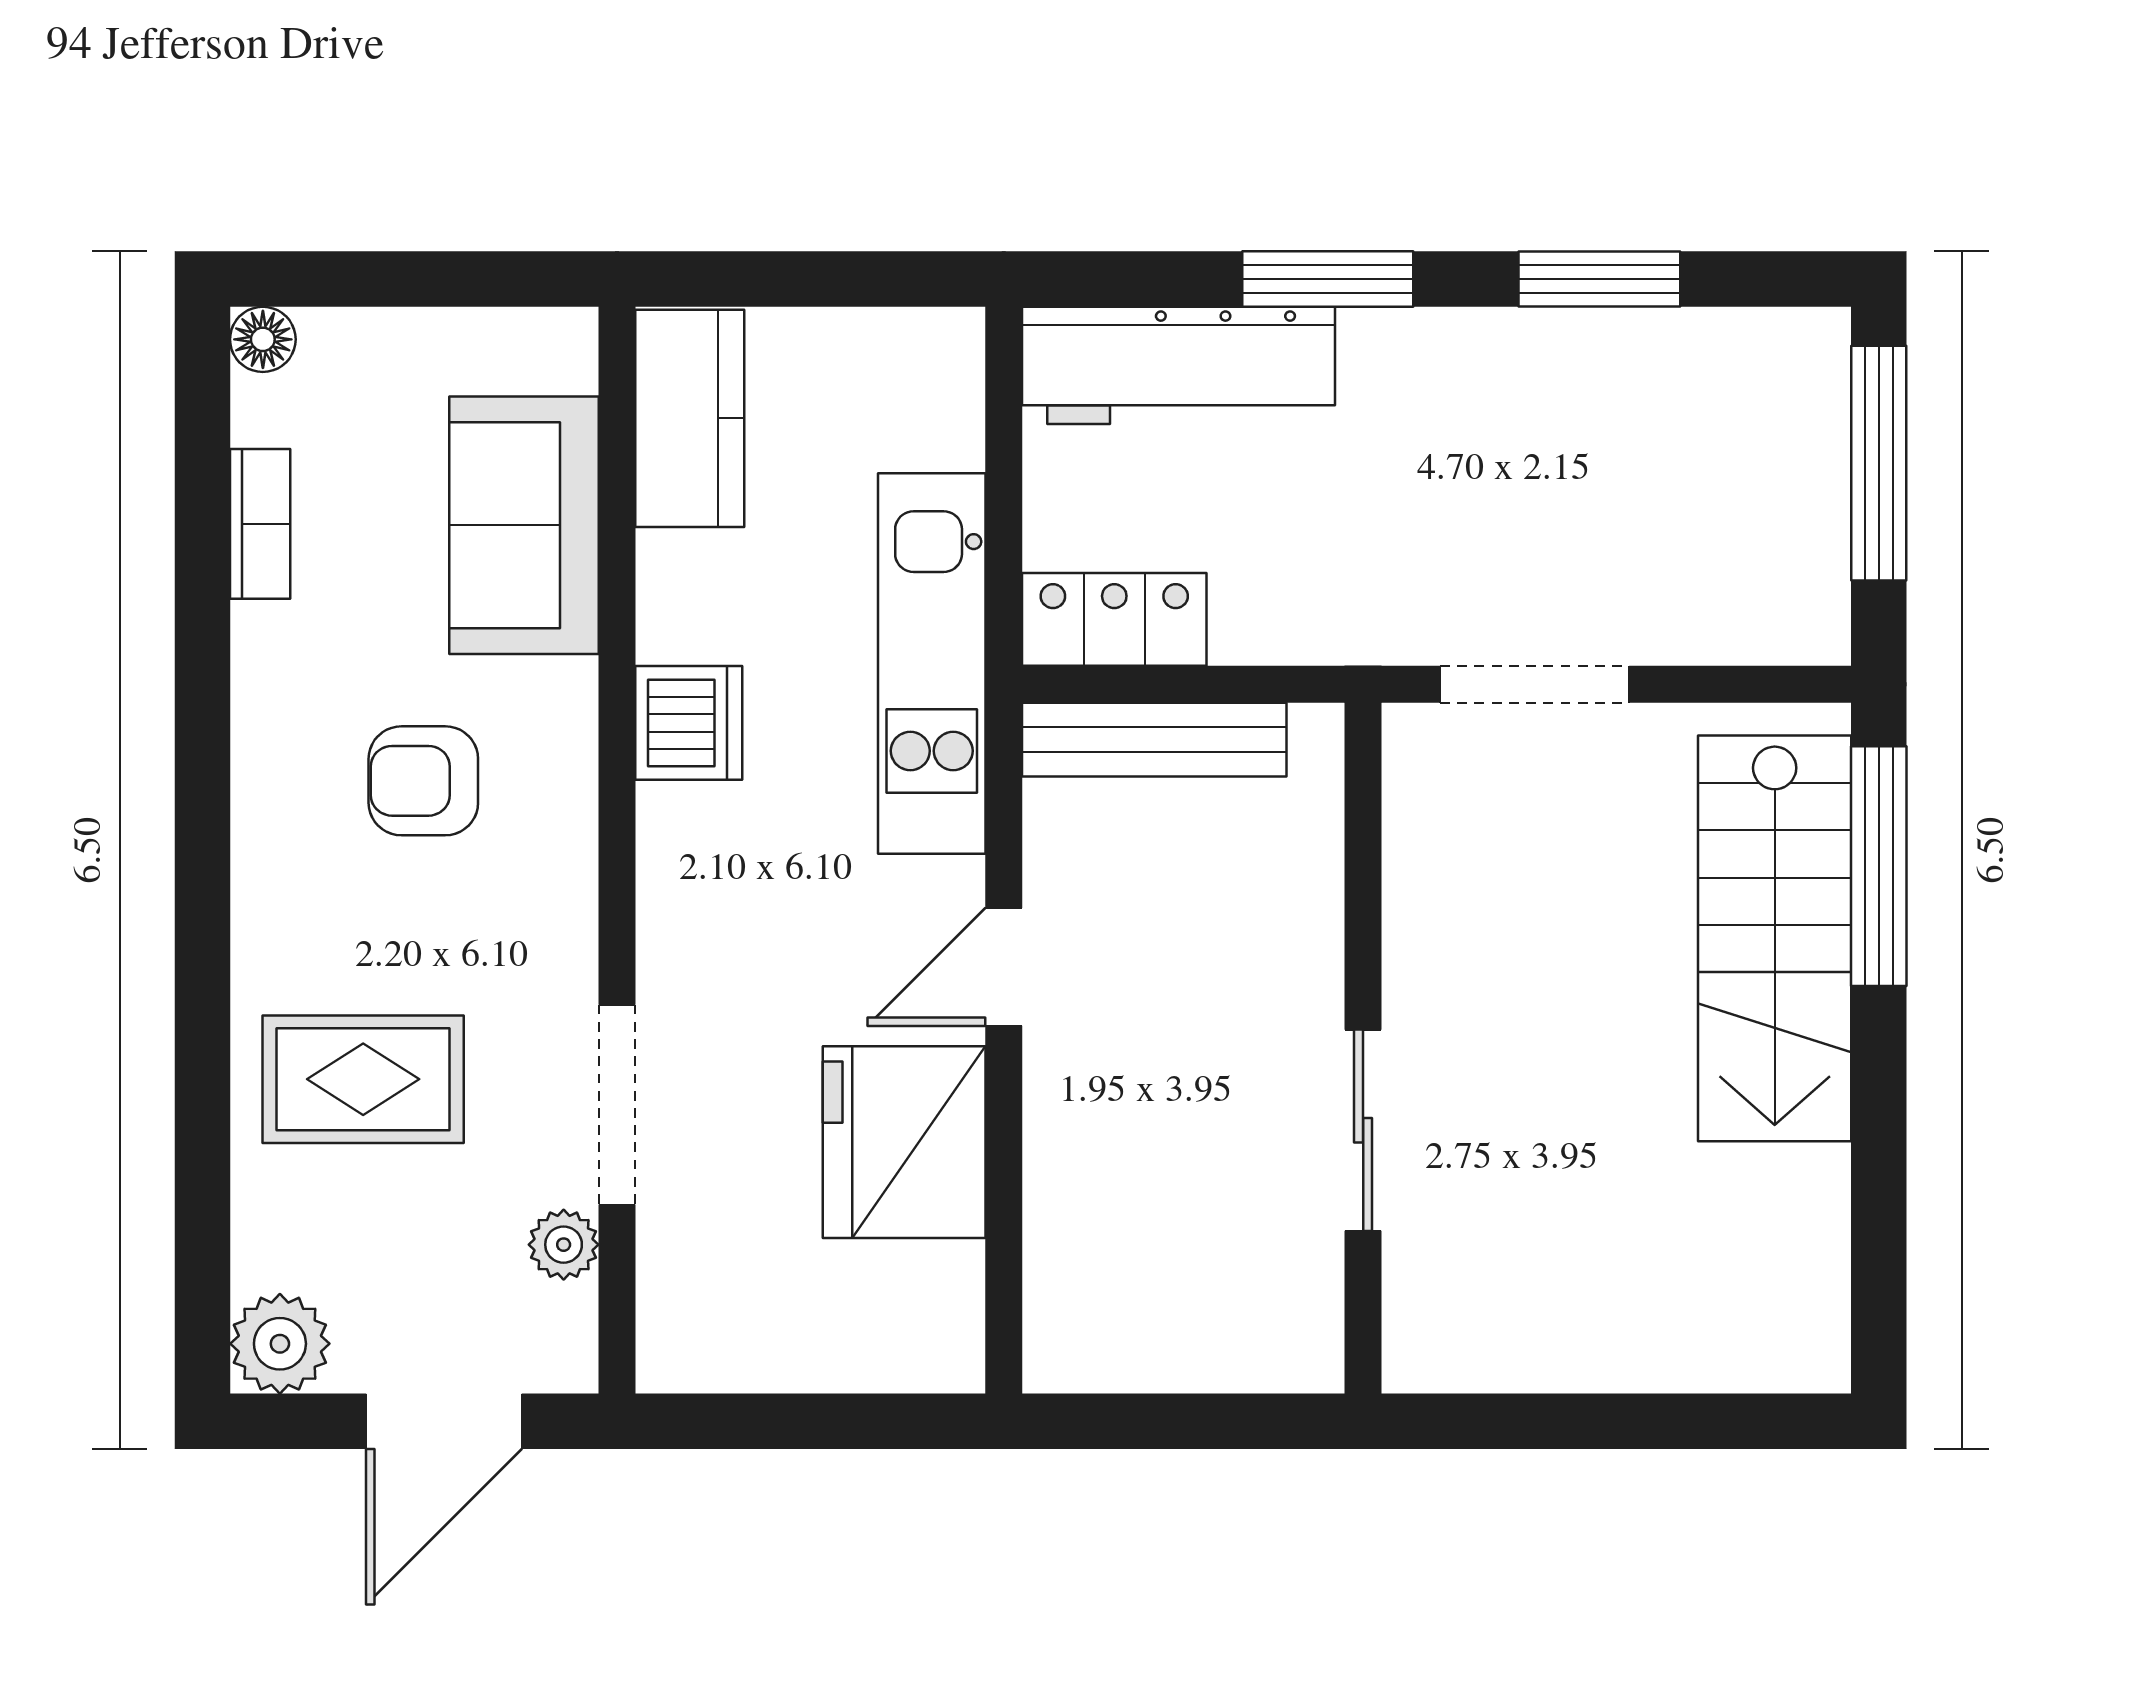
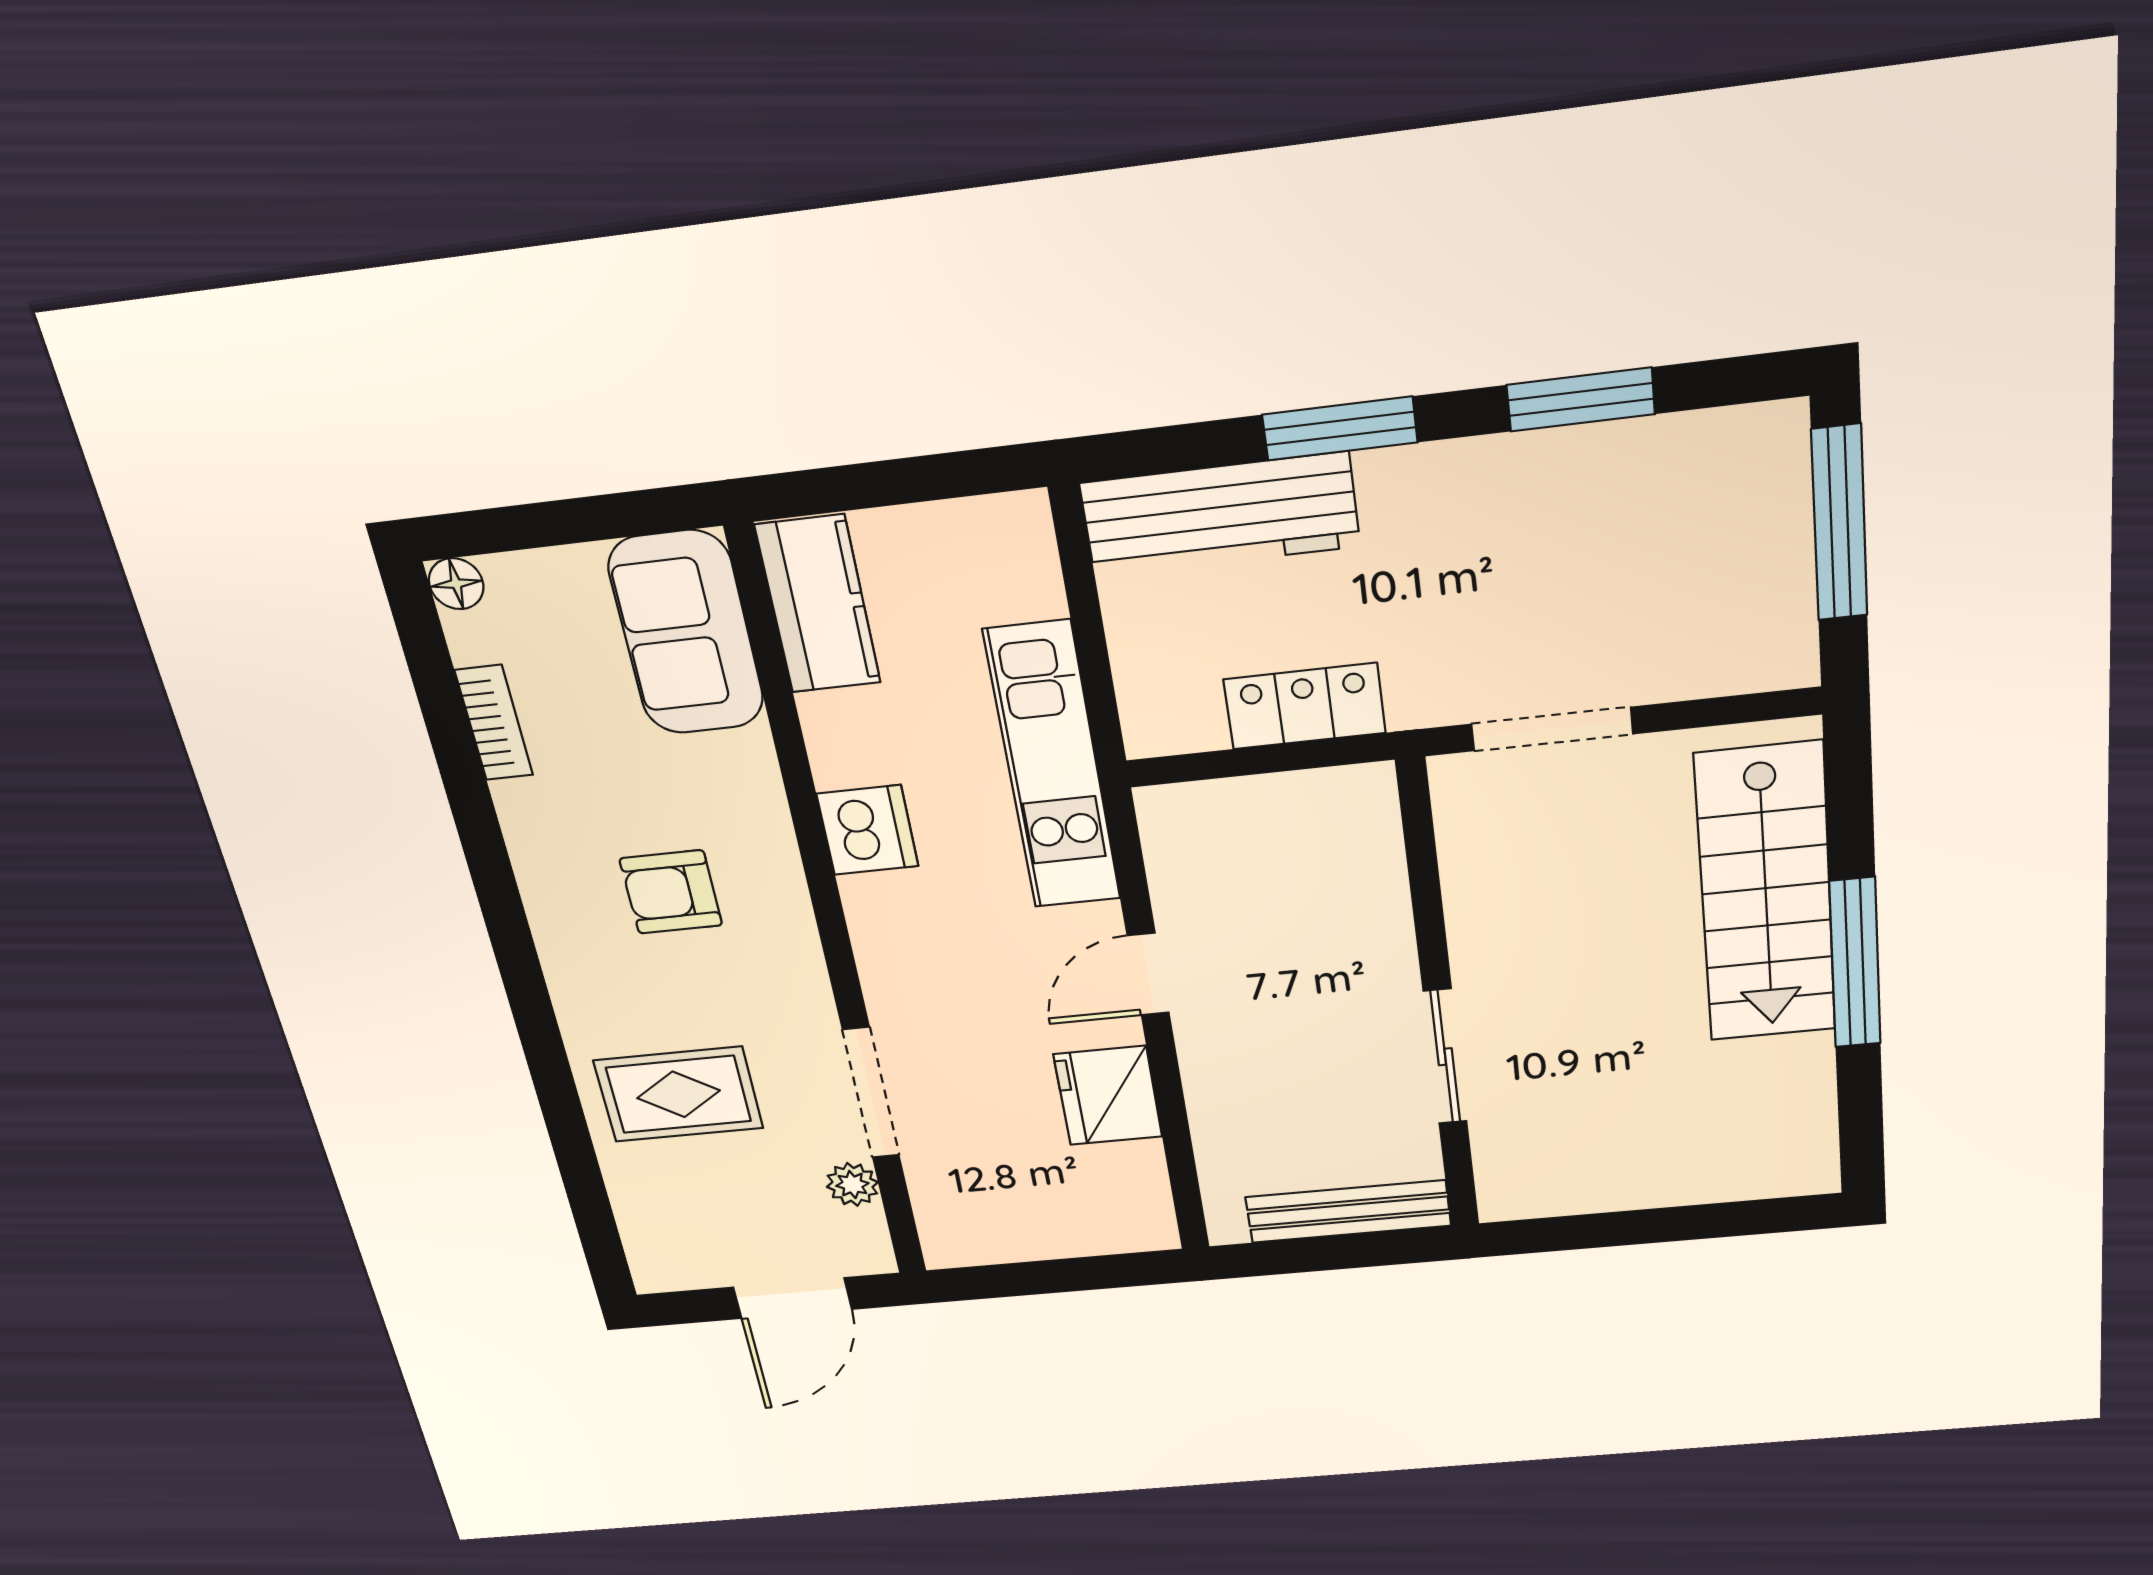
sofa: (524, 525) -> (686, 633), moved
locker: (1114, 619) -> (1305, 706), moved
bench: (1154, 740) -> (1348, 1211), moved
window: (1879, 866) -> (1855, 963), moved
fridge: (904, 1142) -> (1108, 1096), width x0.73, depth x0.75
plant: (280, 1344) -> (664, 1262), removed

